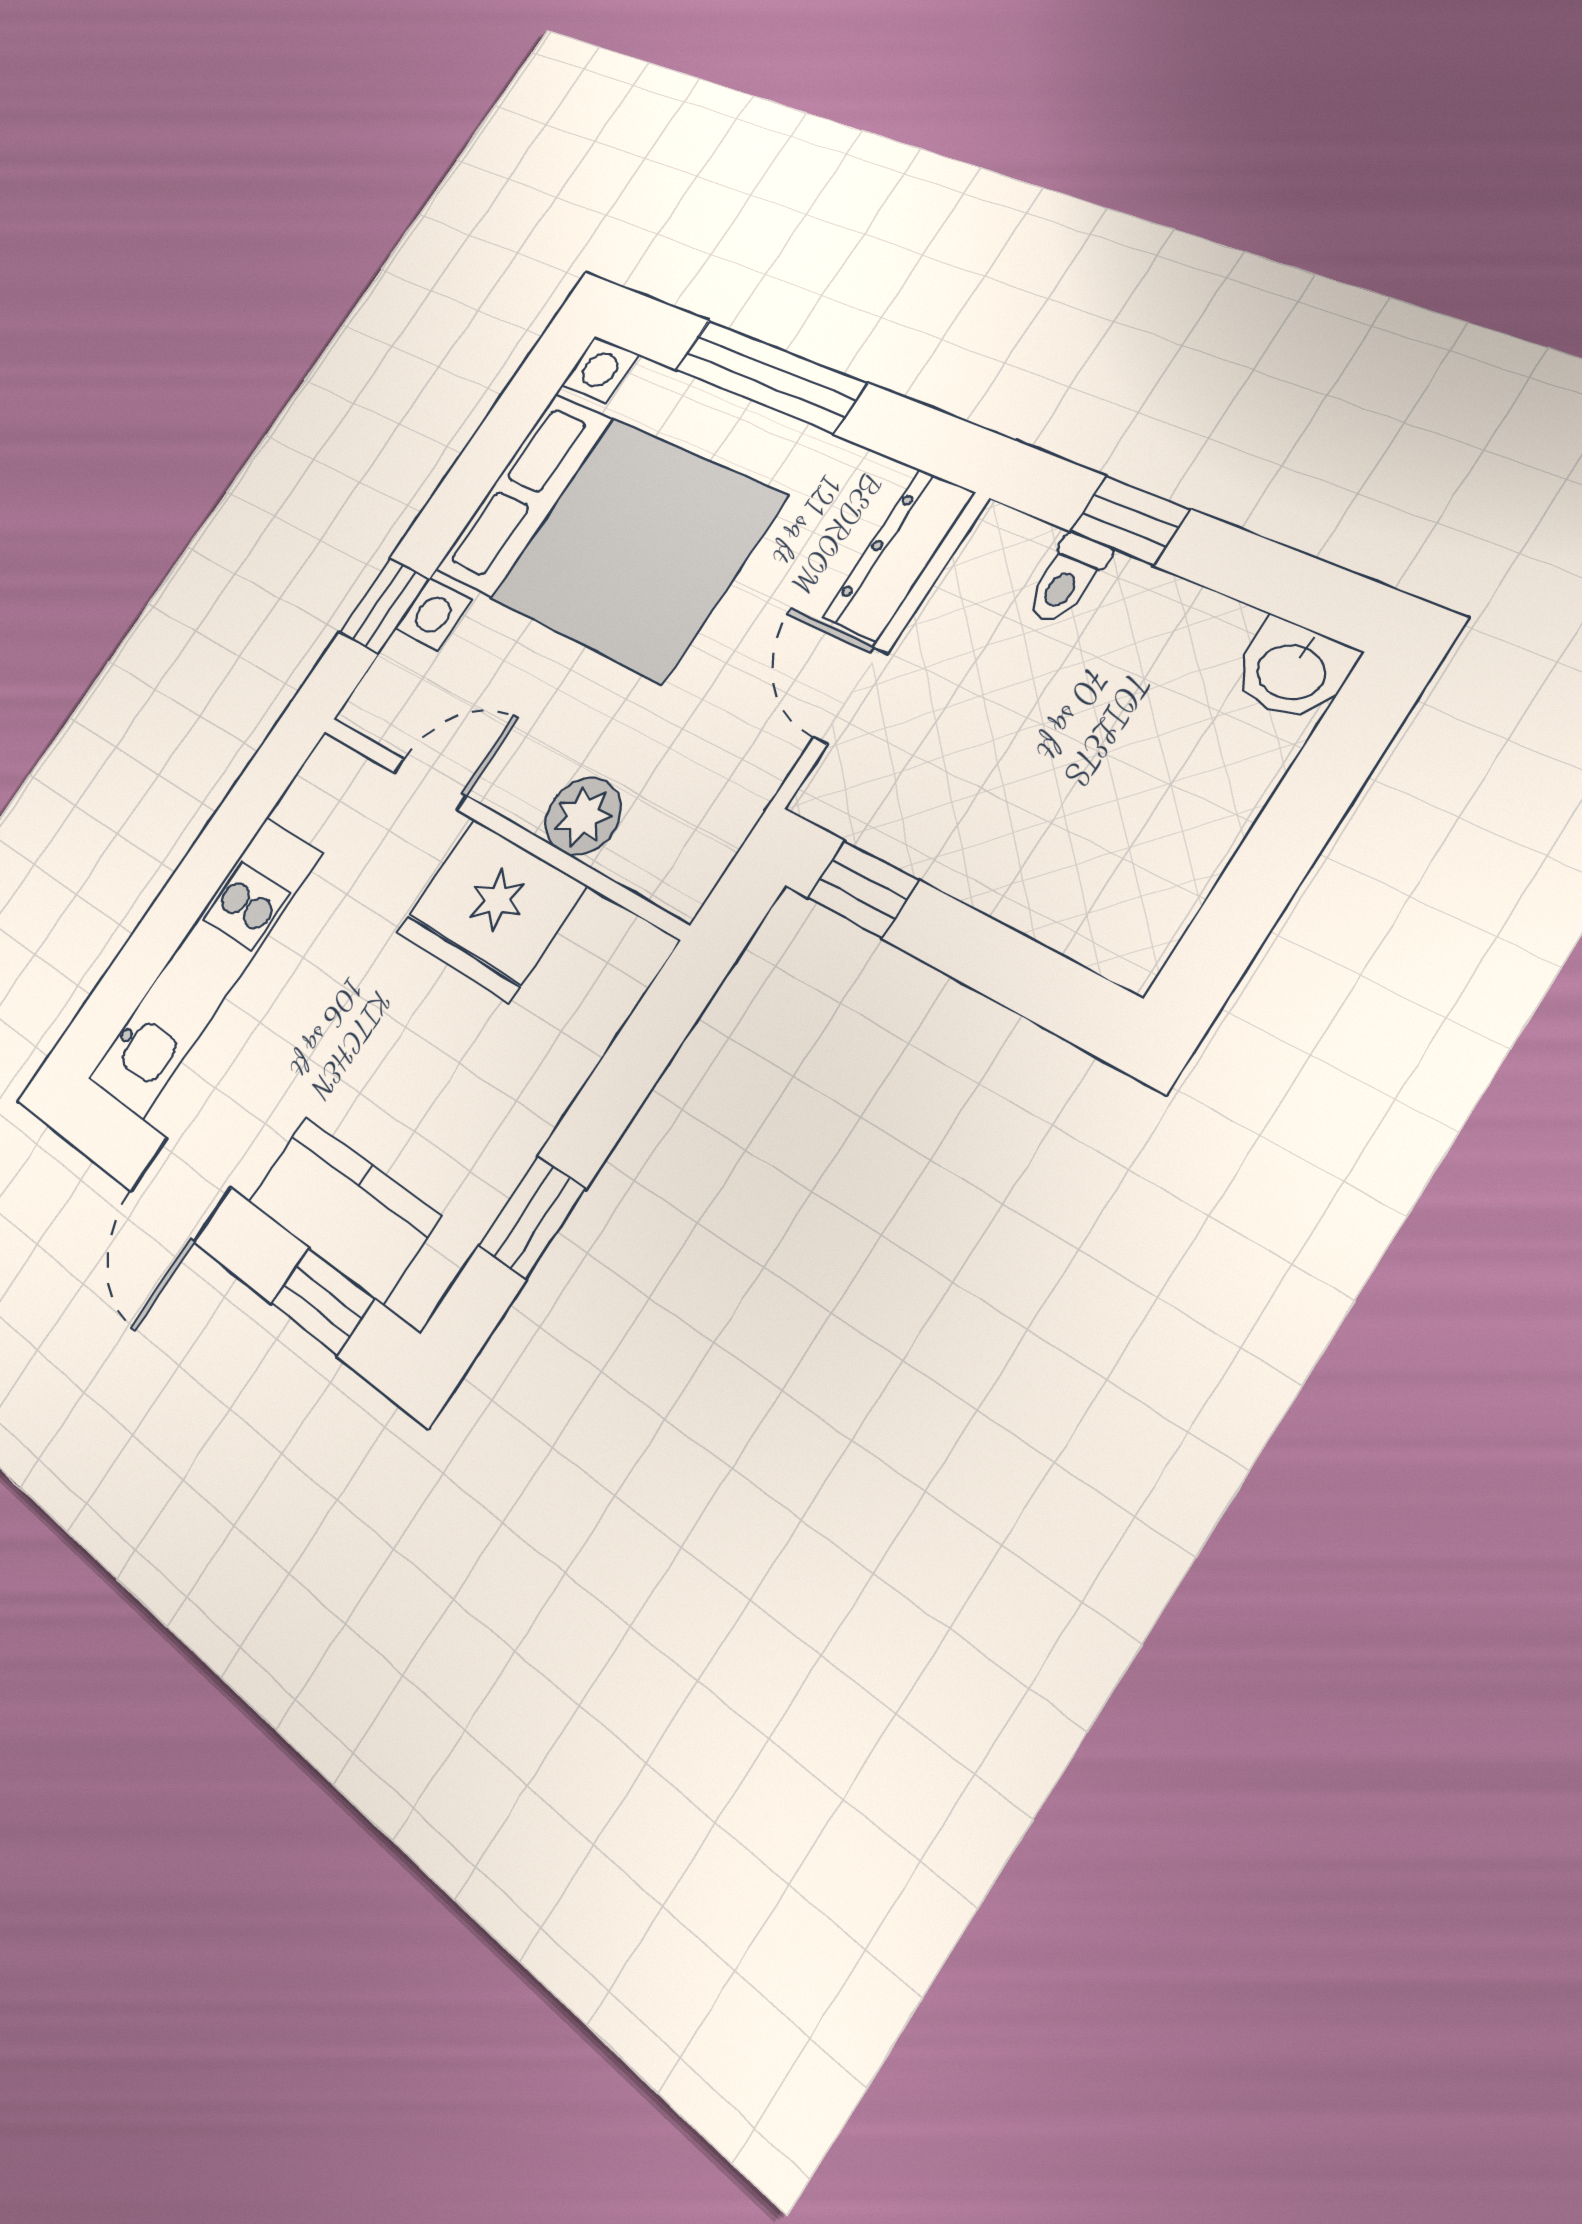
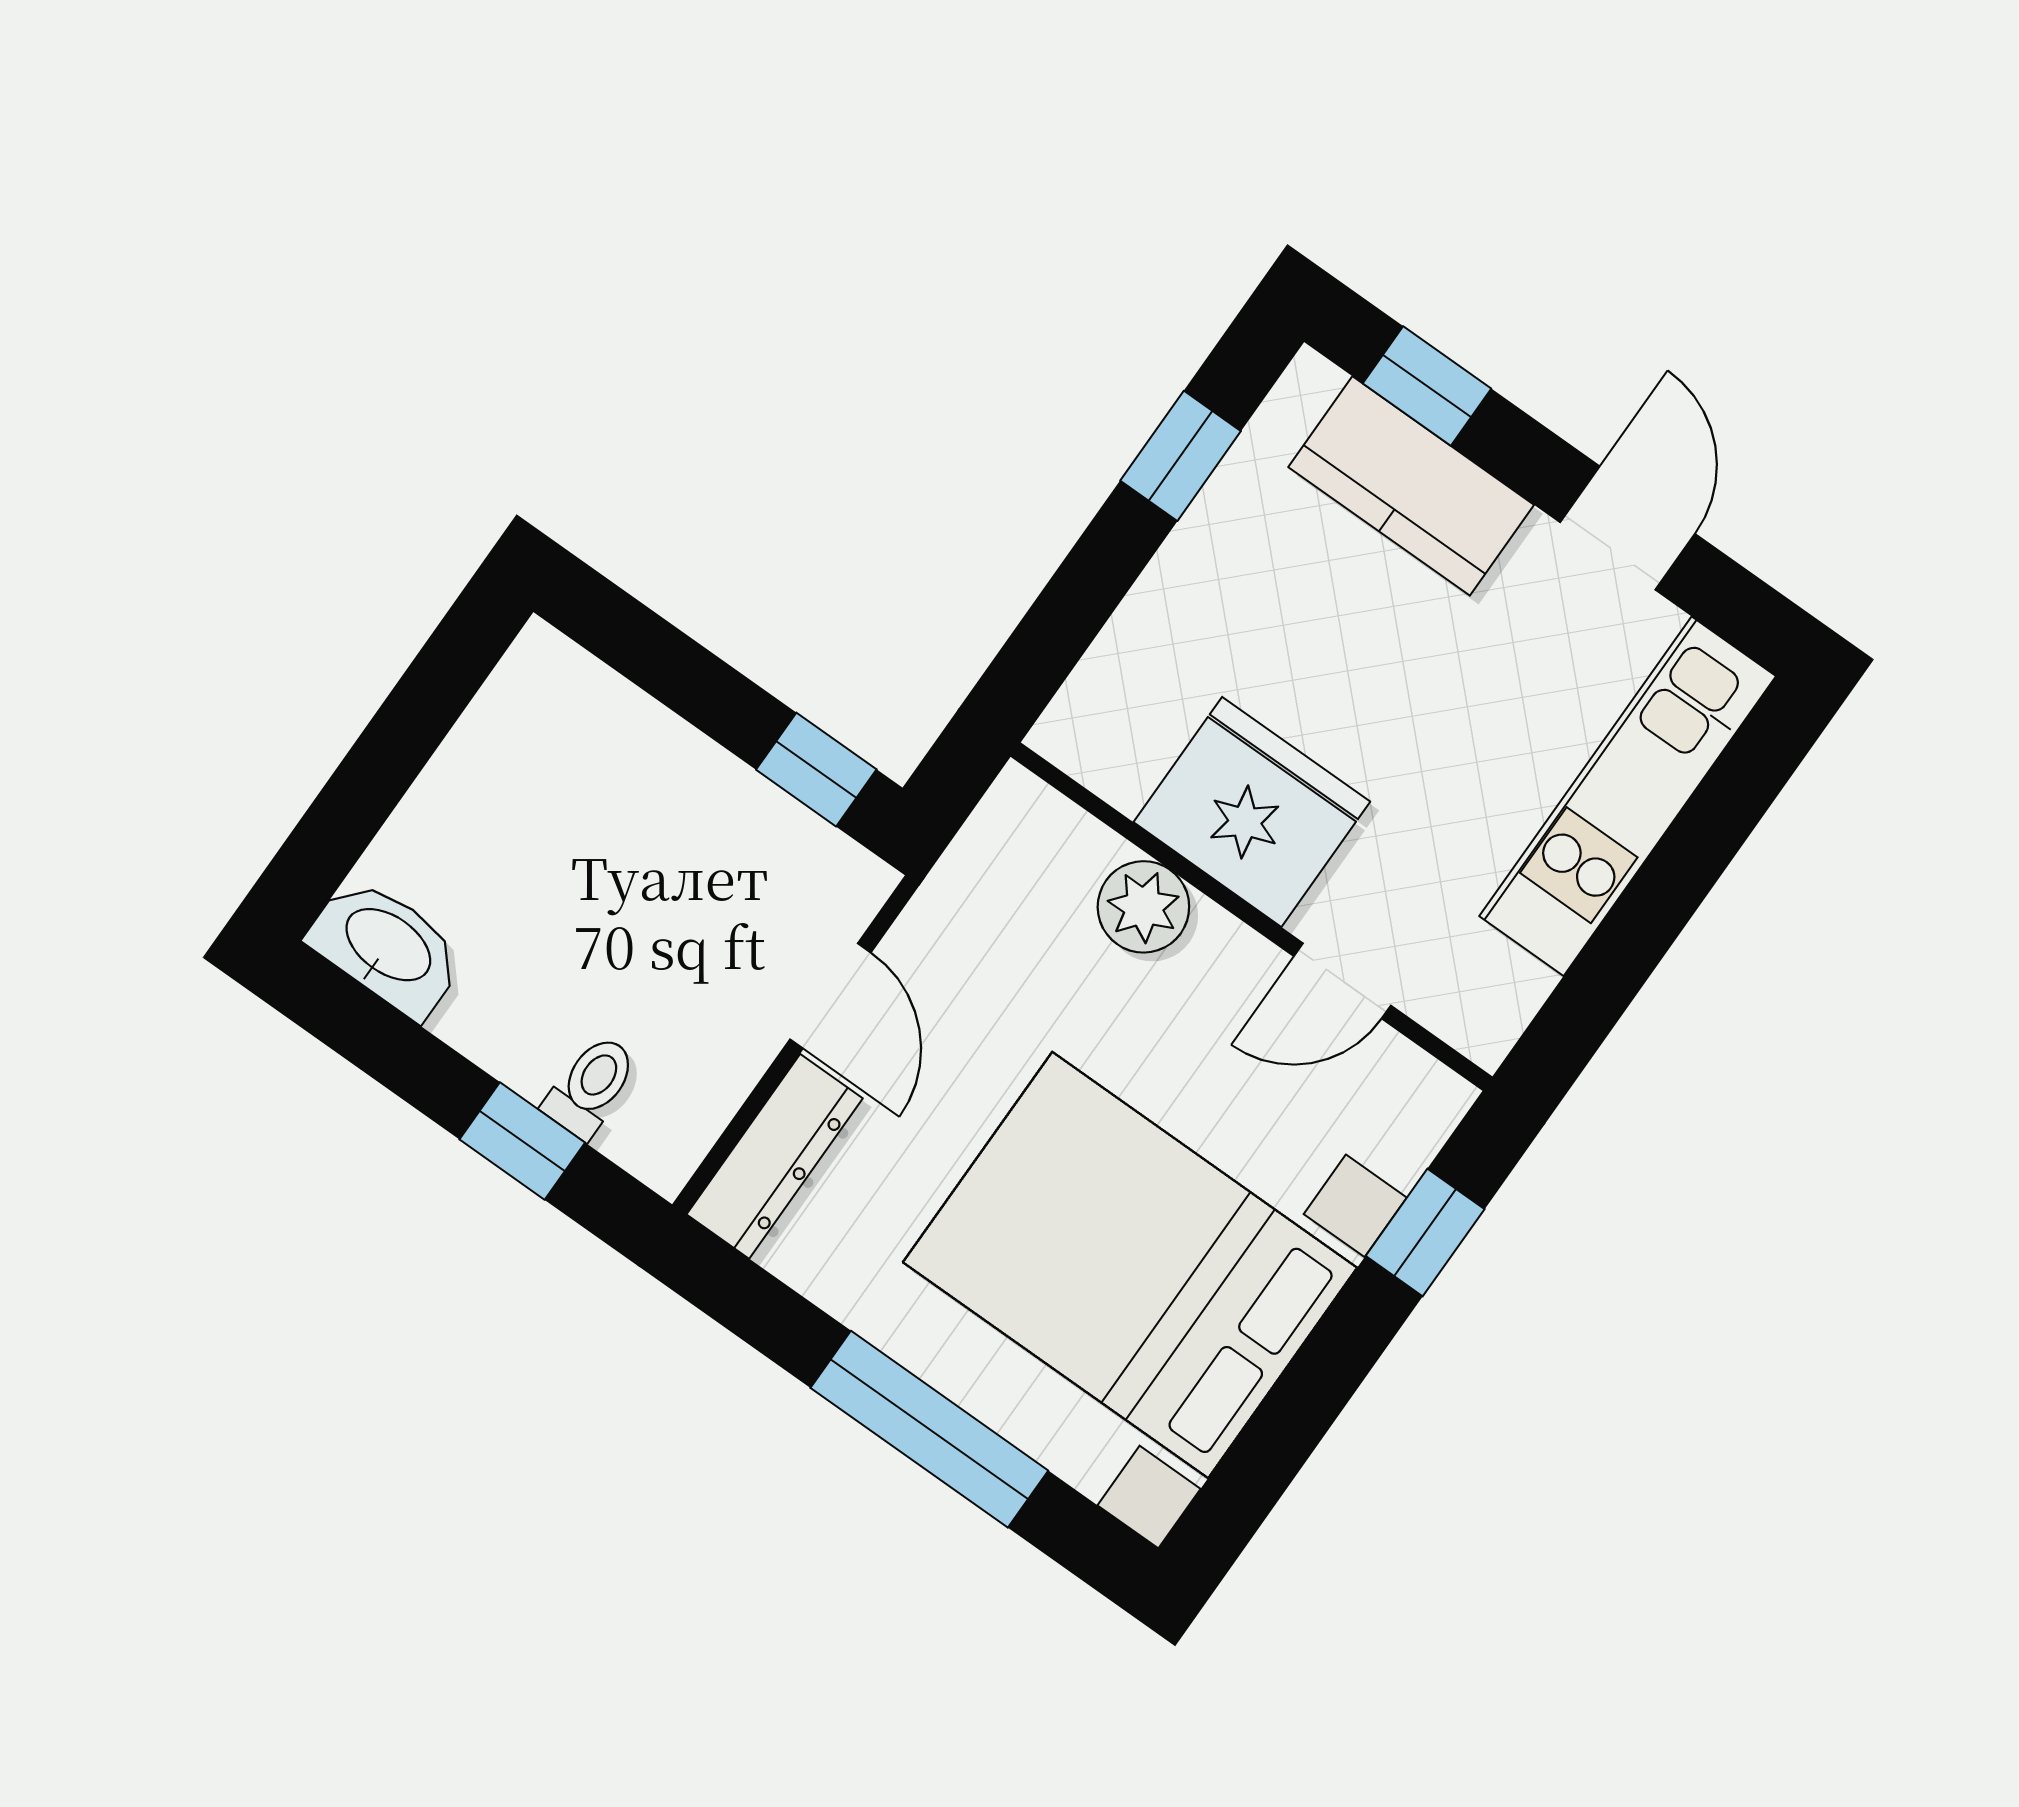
washbasin: (1293, 670) -> (387, 947), width x1.38

